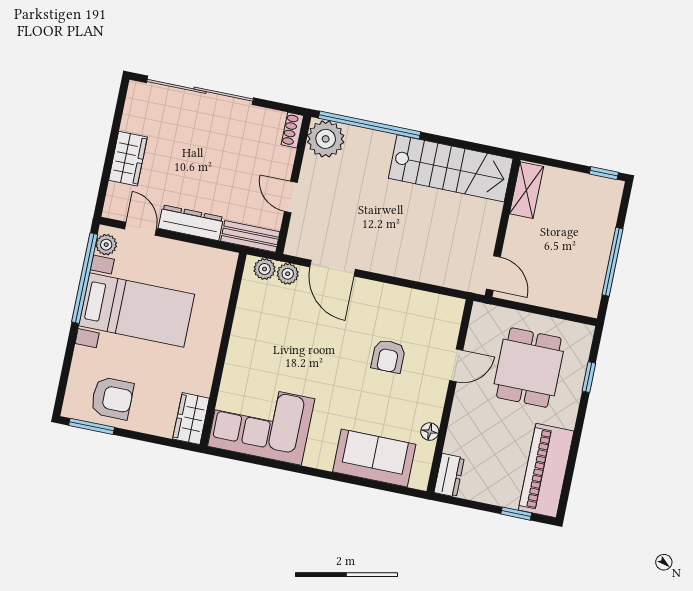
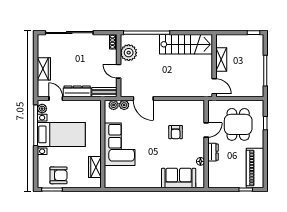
plant: (326, 139) -> (129, 53), moved
shelving: (527, 190) -> (221, 59), moved
wardrobe: (191, 419) -> (95, 167), moved
corner sofa: (261, 422) -> (120, 144), moved, turned 90
dresser: (449, 475) -> (213, 152), moved

